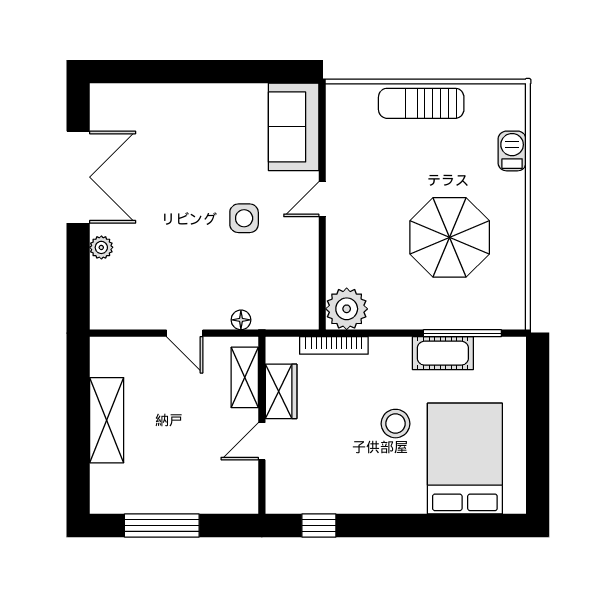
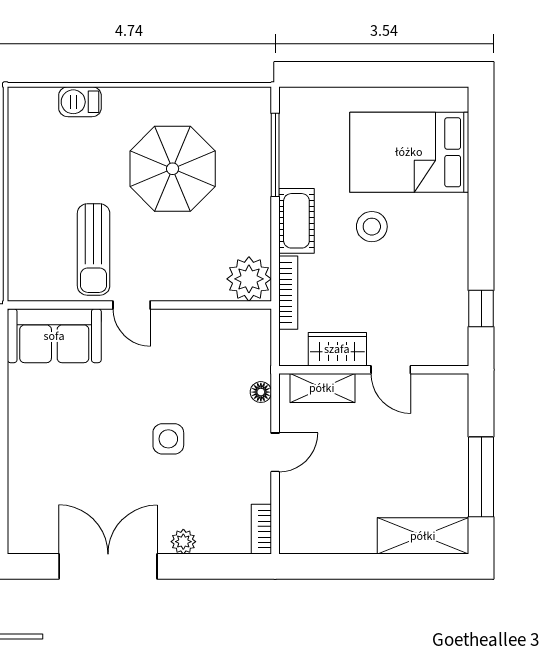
sun lounger: (421, 103) -> (94, 250), moved
side table: (244, 218) -> (168, 439), moved
bookcase: (113, 320) -> (261, 529), added
cot: (443, 353) -> (296, 221), moved
shelving: (107, 420) -> (423, 536), moved

